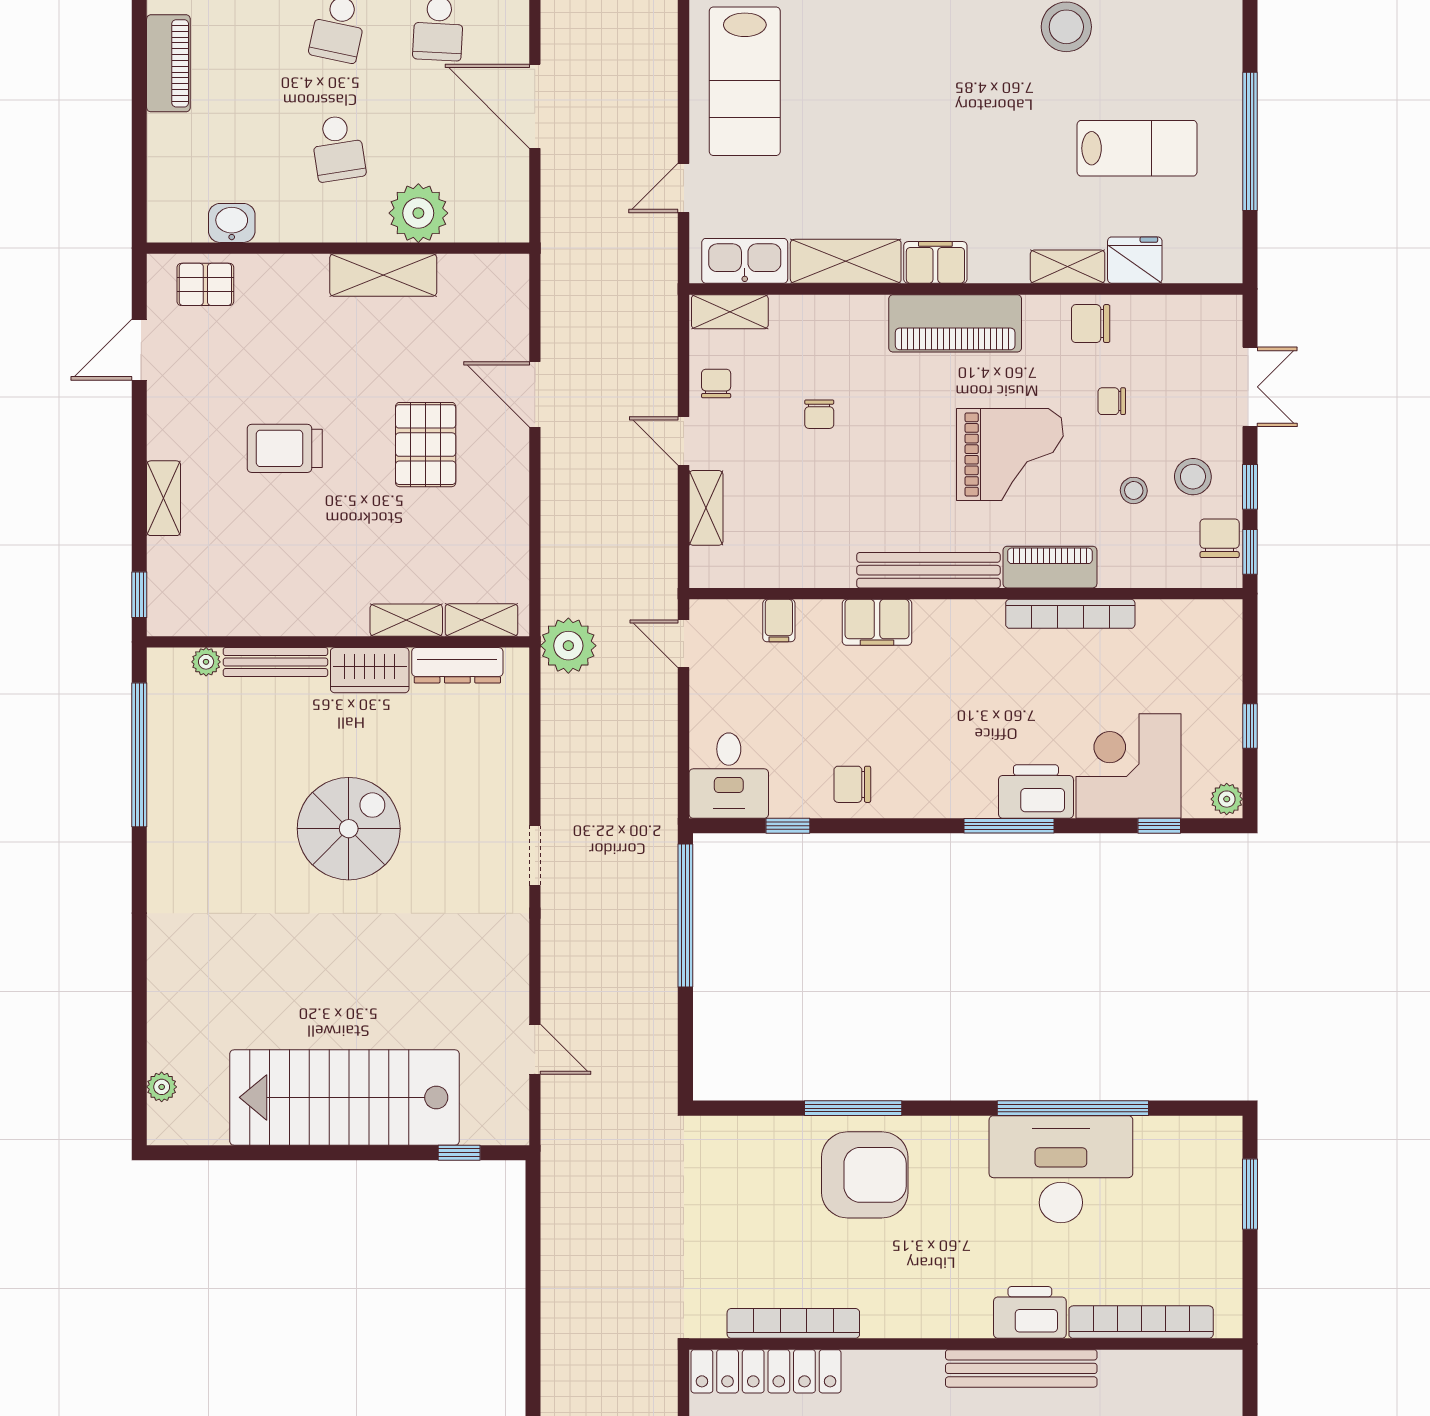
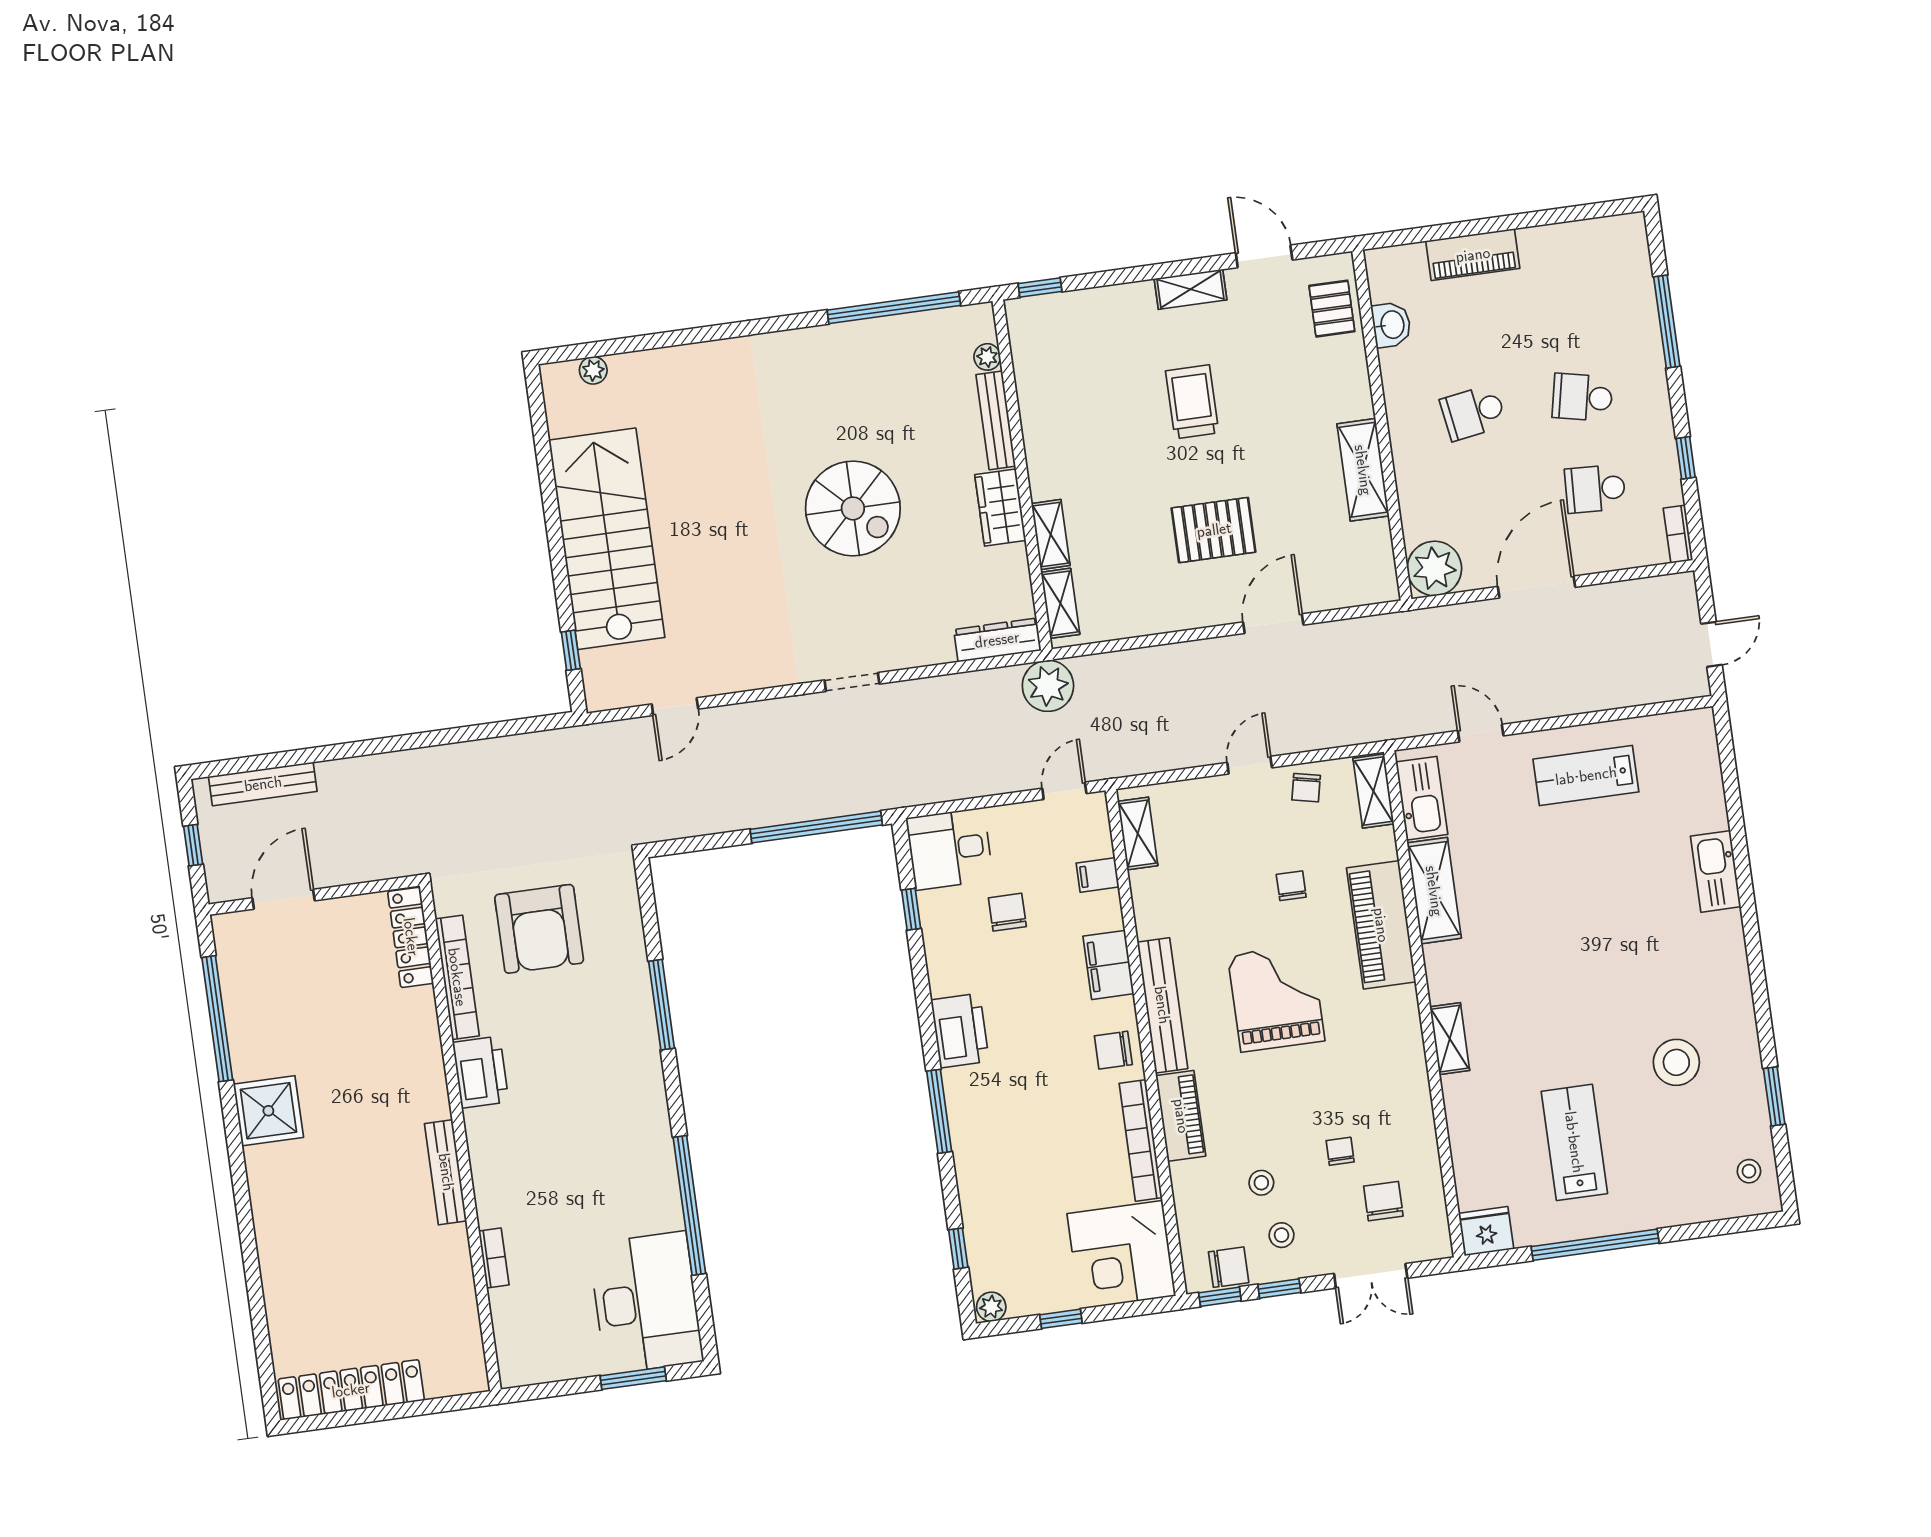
piano: (168, 63) -> (1473, 255), moved
lab bench: (745, 81) -> (1586, 776), width x0.73, depth x0.72
lab bench: (1137, 148) -> (1574, 1142), turned 180
plant: (418, 213) -> (1434, 568), moved
fridge: (1135, 260) -> (1486, 1231), moved, turned -90
filing cabinet: (935, 262) -> (1445, 973), removed
shelving: (1068, 267) -> (1450, 1039), moved
piano: (955, 323) -> (1381, 925), moved
chair: (1091, 324) -> (1383, 1201), moved
chair: (716, 384) -> (1306, 788), turned 102
chair: (819, 414) -> (1291, 886), turned 90
grand piano: (1010, 454) -> (1276, 998), moved, turned 180
stool: (1193, 477) -> (1281, 1235), width x0.73, depth x0.73
shelving: (164, 498) -> (1190, 289), moved
shelving: (706, 508) -> (1138, 833), moved, turned 90
chair: (969, 630) -> (1113, 1050), added
dresser: (457, 665) -> (997, 640), moved, turned 90
corner desk: (1129, 766) -> (1121, 1255), moved, turned 180
chair: (852, 784) -> (1007, 912), moved
printer: (1036, 792) -> (960, 1031), moved
desk: (1061, 1169) -> (646, 1303), moved
armchair: (865, 1175) -> (539, 929), moved
printer: (1030, 1312) -> (481, 1072), moved
bookcase: (1141, 1322) -> (494, 1258), width x0.43, depth x0.76
bench: (1021, 1368) -> (446, 1172), width x0.73, depth x0.82
locker: (766, 1371) -> (411, 937), width x0.71, depth x0.83

